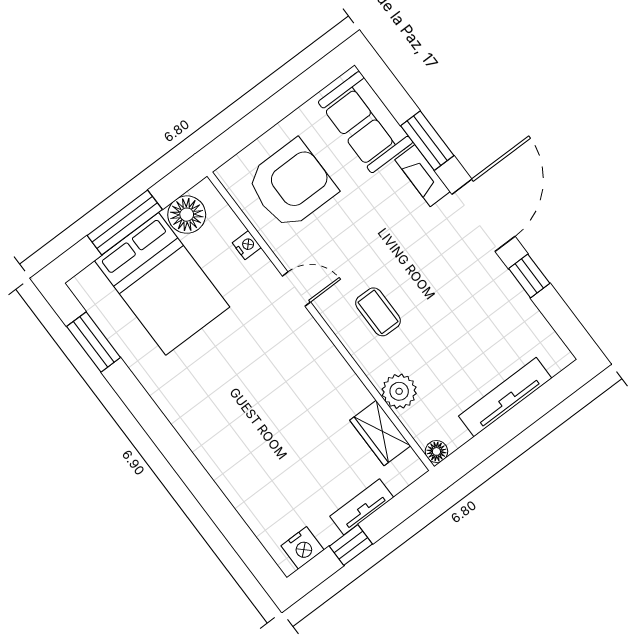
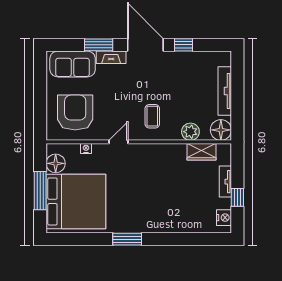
bed: (162, 284) -> (76, 201), width x1.36
coffee table: (378, 312) -> (152, 116), turned 90
window: (94, 342) -> (127, 239), moved
floor lamp: (436, 451) -> (221, 130), width x1.89, depth x1.89

